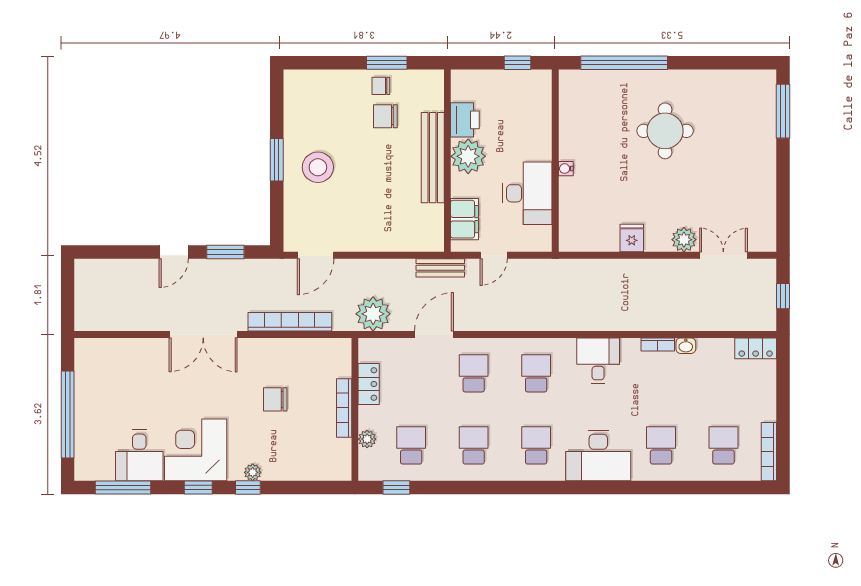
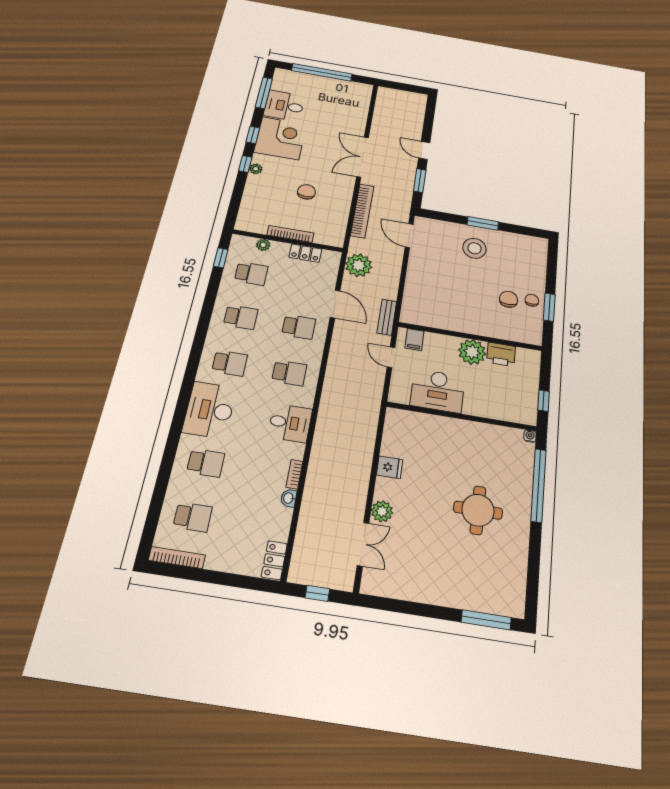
bench: (433, 158) -> (474, 327), removed
water cooler: (566, 169) -> (530, 436), moved
filing cabinet: (464, 219) -> (414, 340), width x0.50

